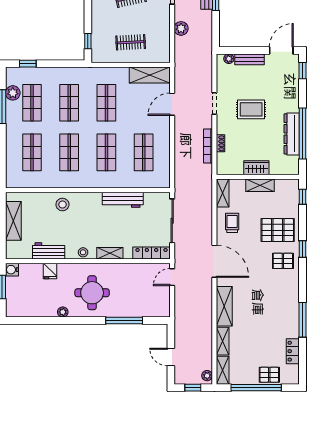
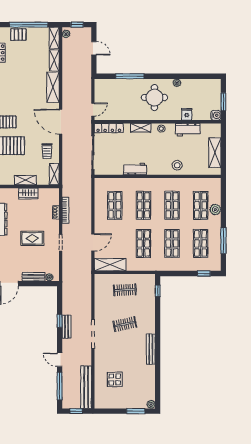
plant: (181, 28) -> (86, 301), removed
plant: (13, 93) -> (215, 209), moved
workbench: (123, 200) -> (135, 169), width x0.73

